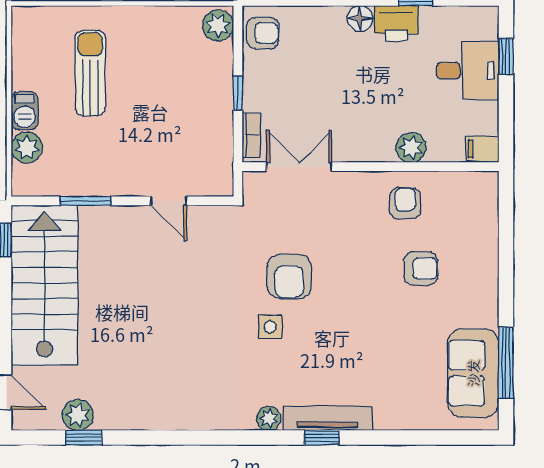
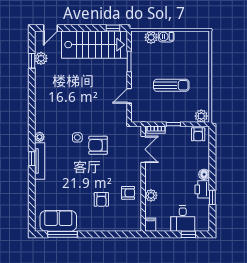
sun lounger: (90, 73) -> (171, 85), moved

